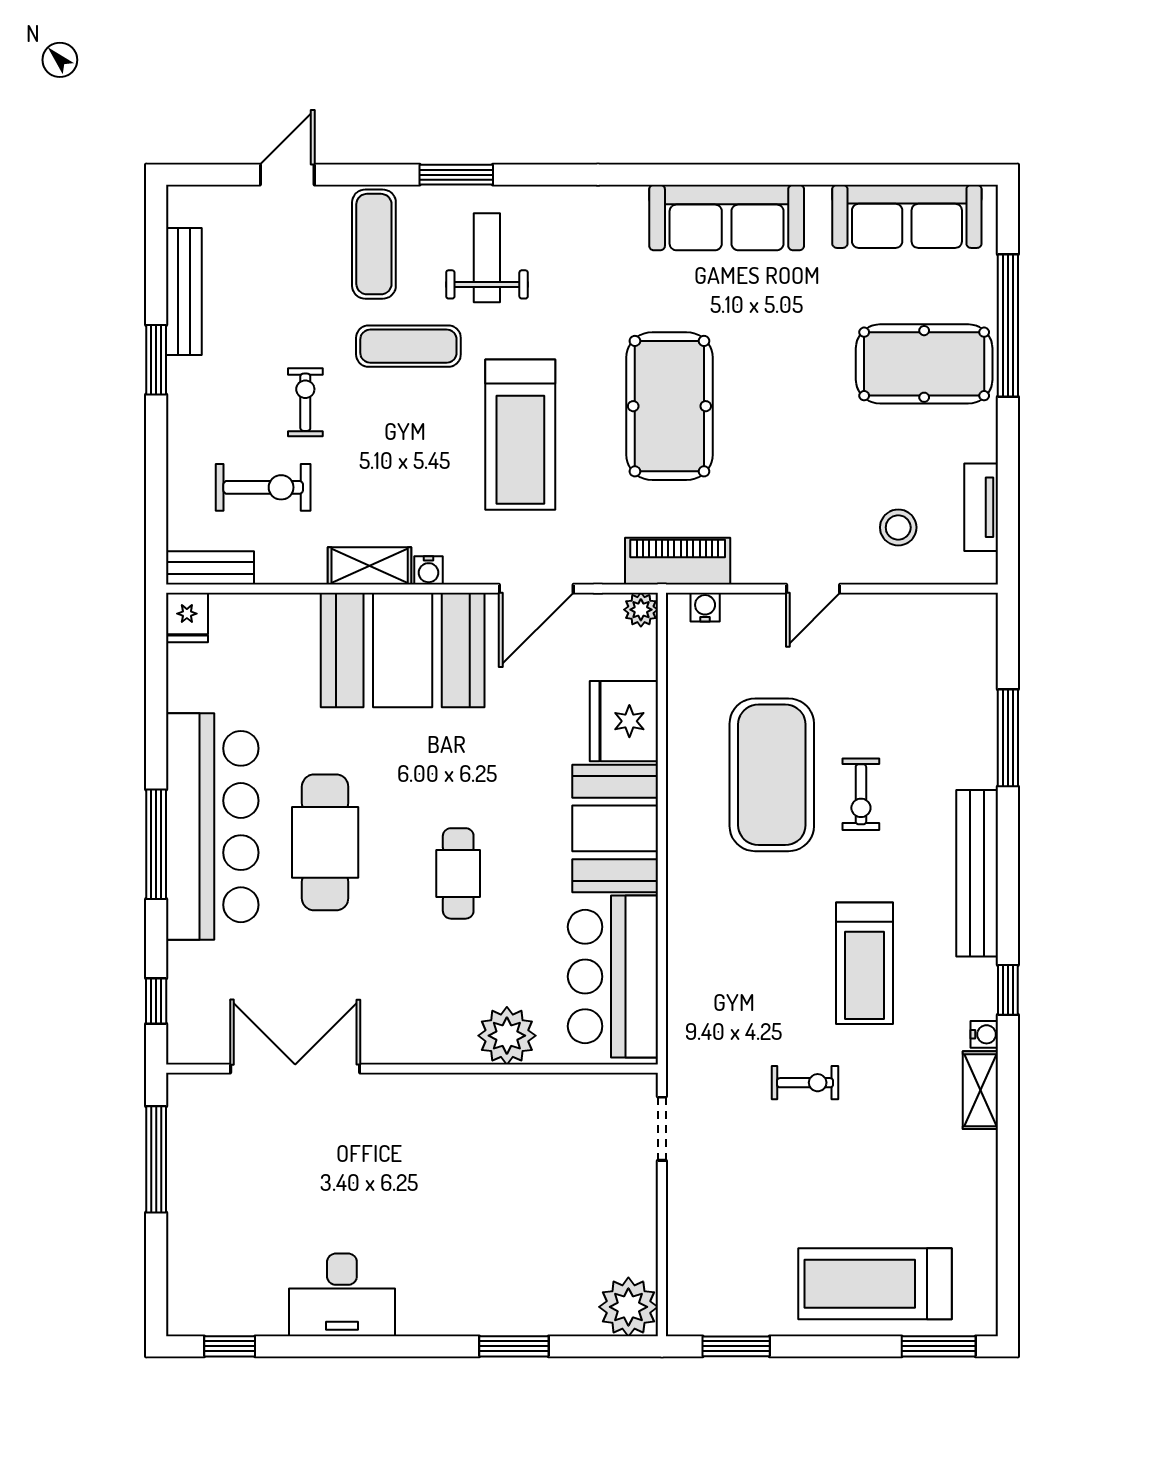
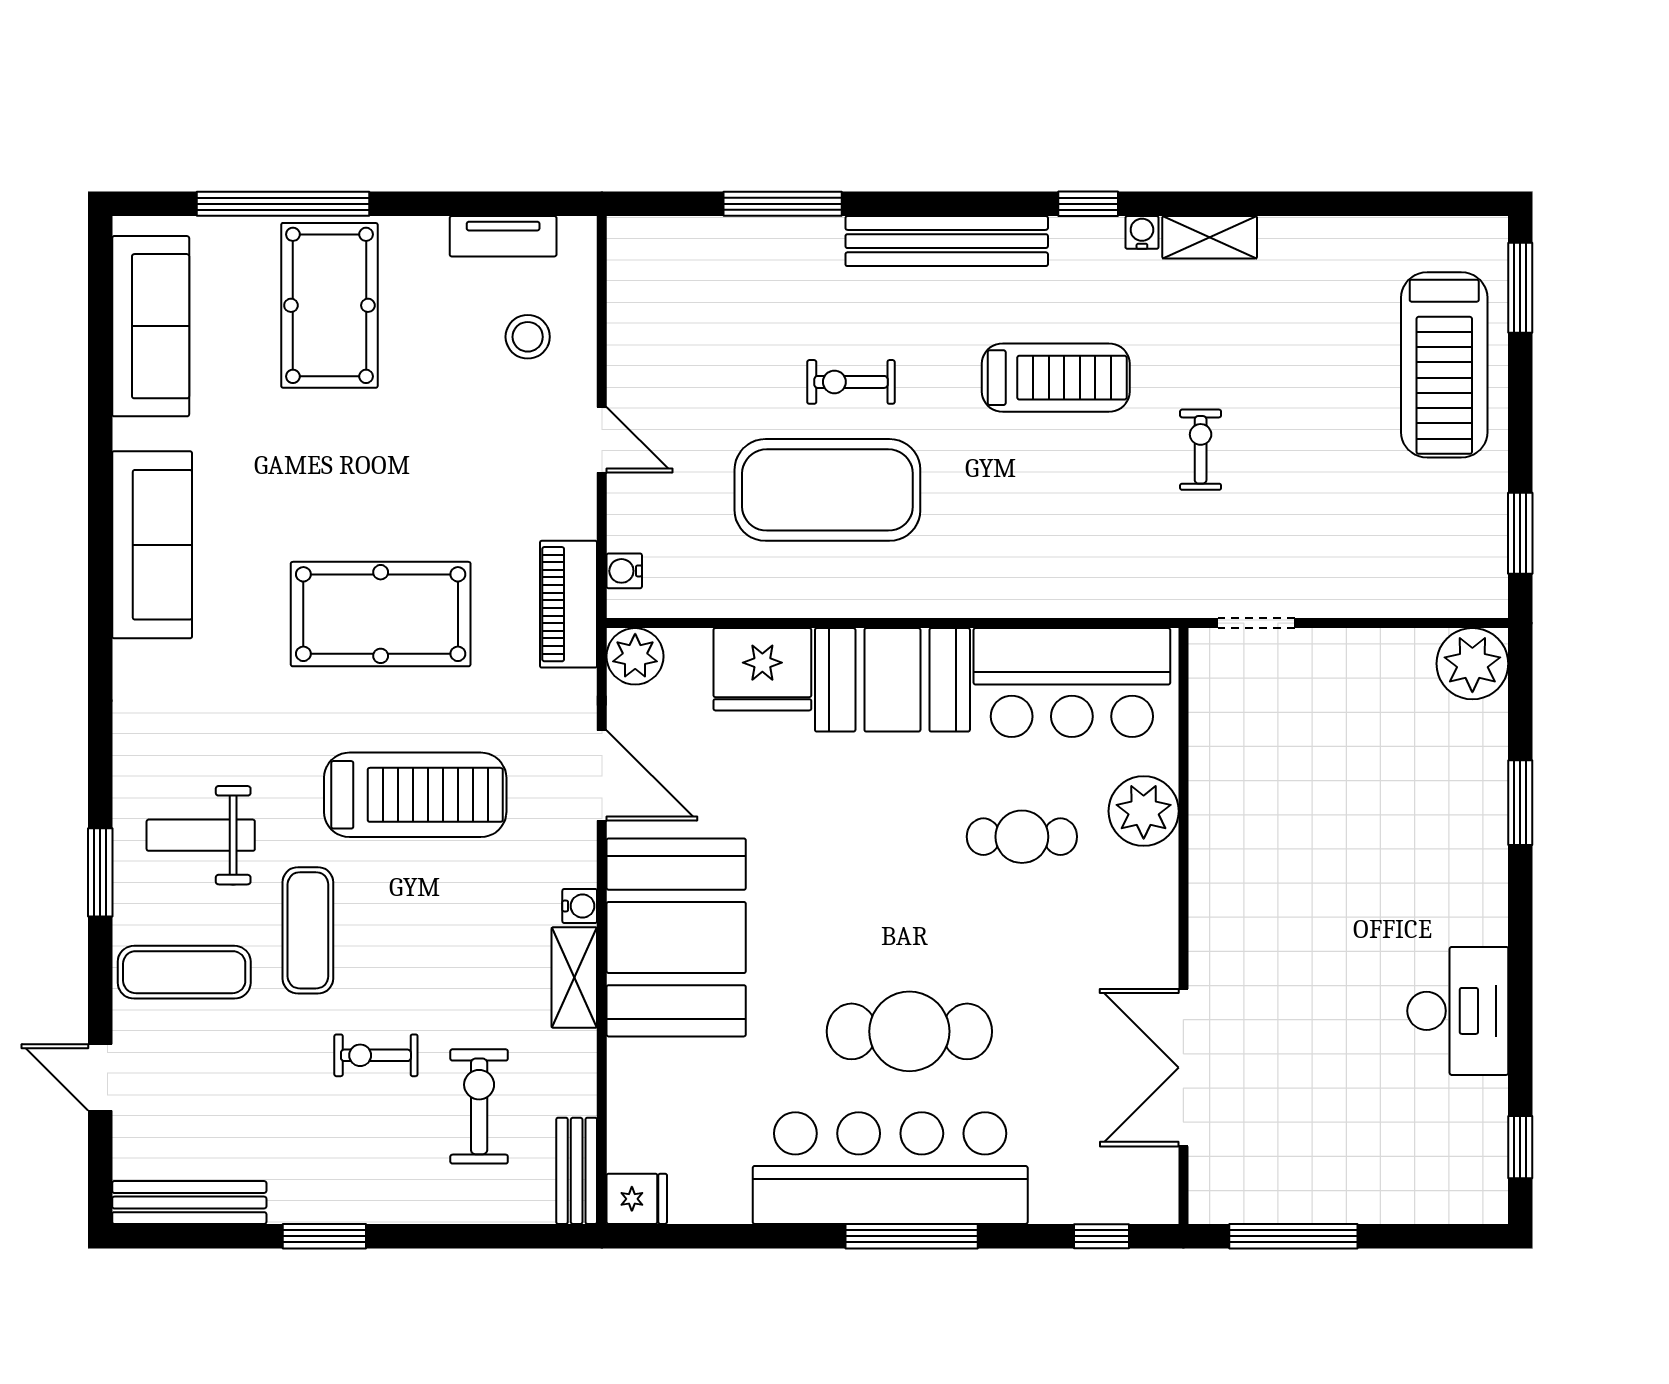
bench: (184, 291) -> (189, 1203), moved
plant: (641, 610) -> (635, 656), width x1.38, depth x1.38
exercise bike: (861, 794) -> (851, 382), turned 180
cafe table: (458, 873) -> (1022, 837), moved

